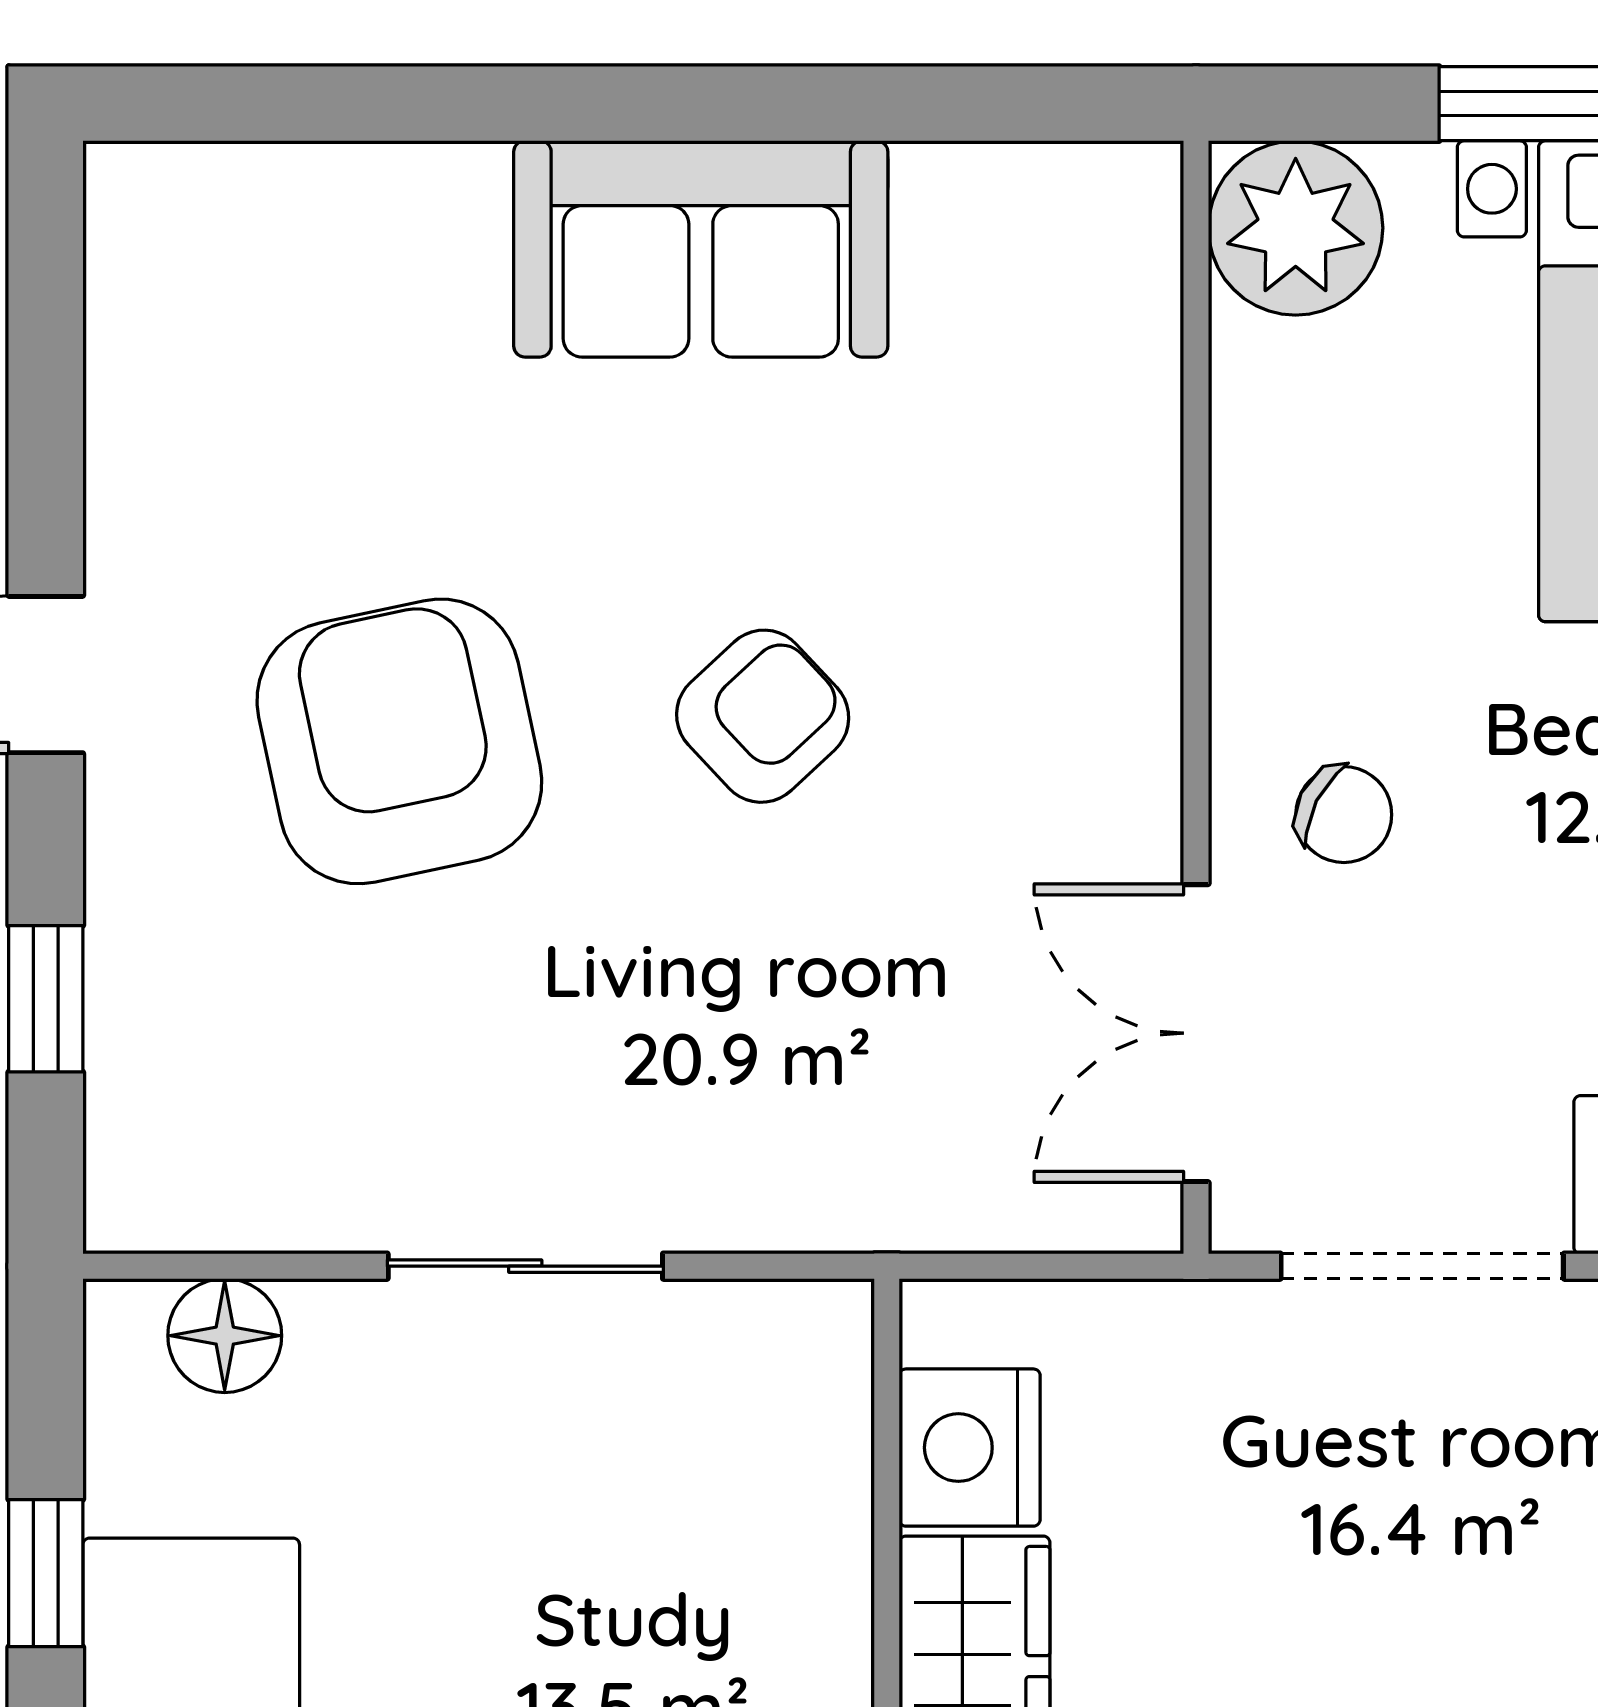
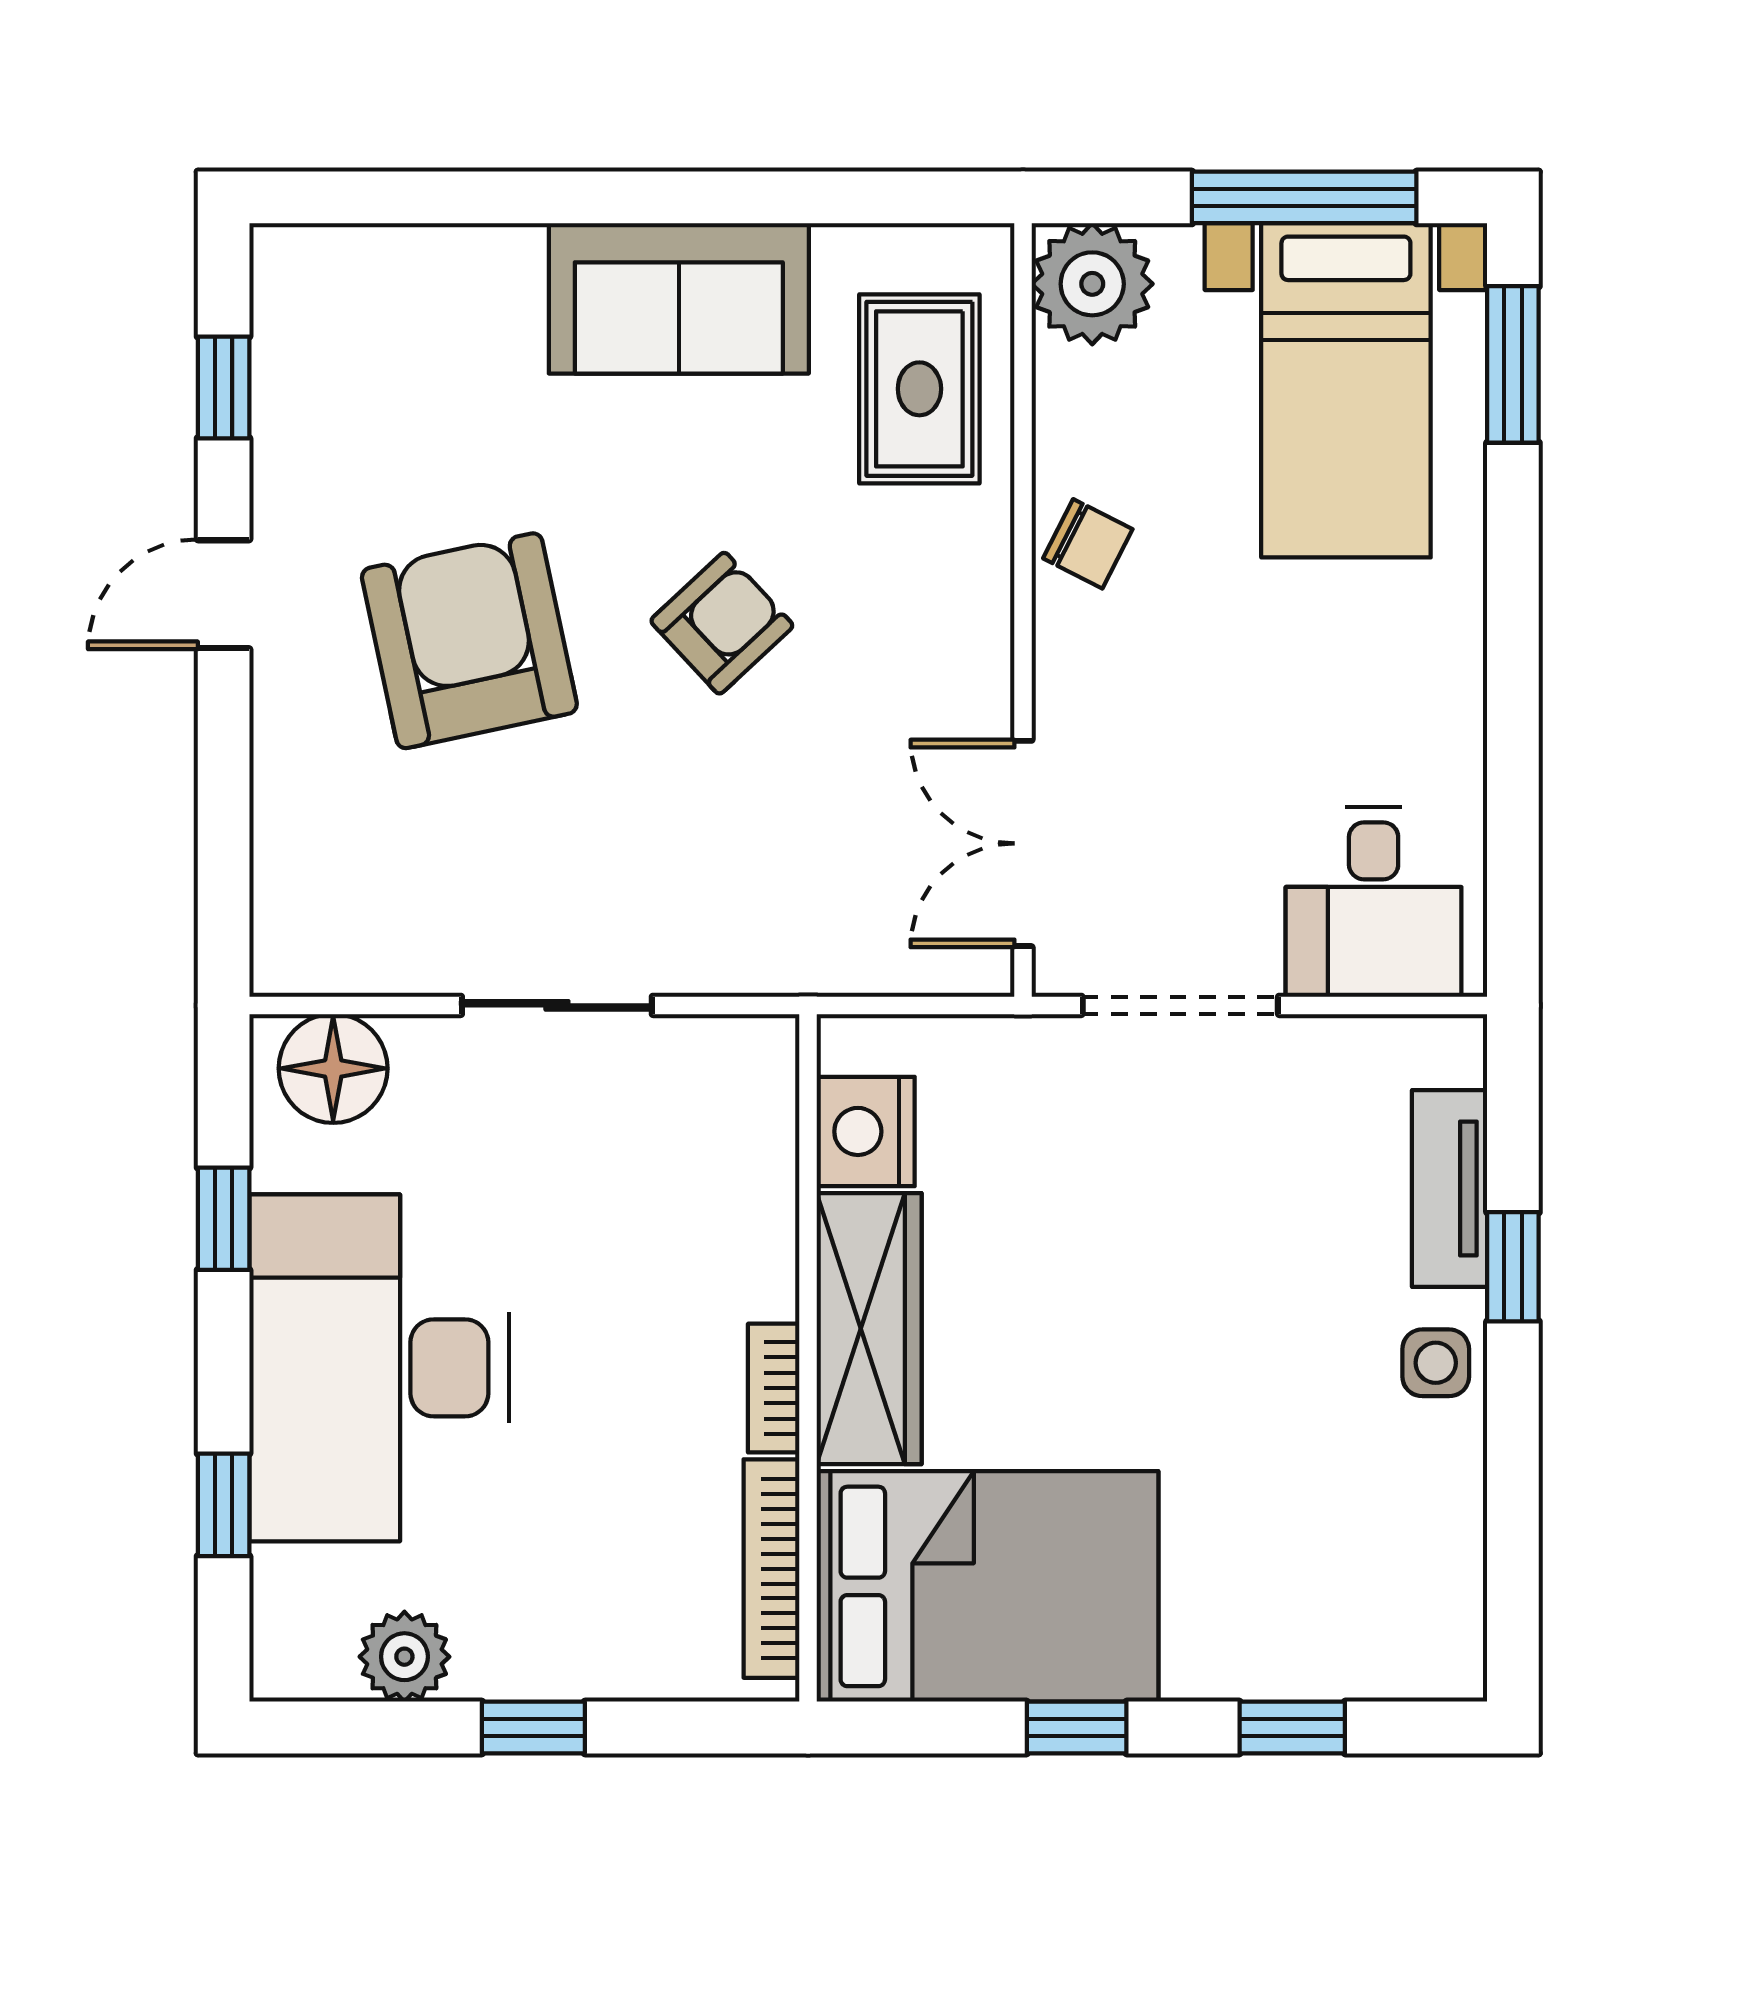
rug: (1047, 379) -> (919, 389), added
chair: (1344, 815) -> (1088, 544), moved
window: (46, 999) -> (224, 387), moved
floor lamp: (225, 1336) -> (333, 1068), width x1.38, depth x1.38

